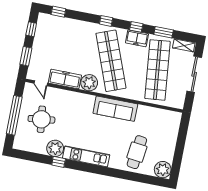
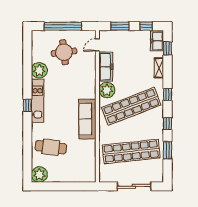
freezer: (137, 38) -> (157, 41), moved
shelving: (184, 45) -> (159, 68), moved
window: (59, 162) -> (27, 106), moved

